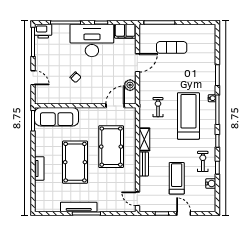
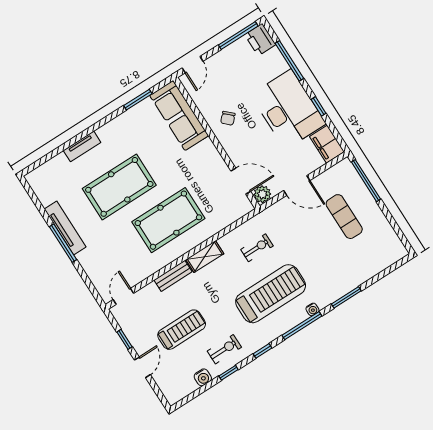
wall: (85, 106) -> (216, 143), moved
door: (115, 106) -> (241, 181), moved
sofa: (57, 117) -> (179, 115), moved

